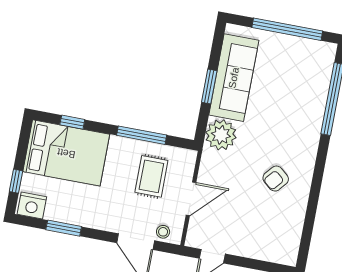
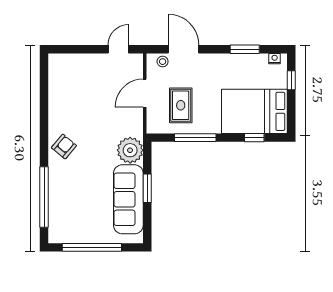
armchair: (276, 179) -> (64, 147), moved
nightstand: (32, 205) -> (275, 59), width x0.53, depth x0.56

